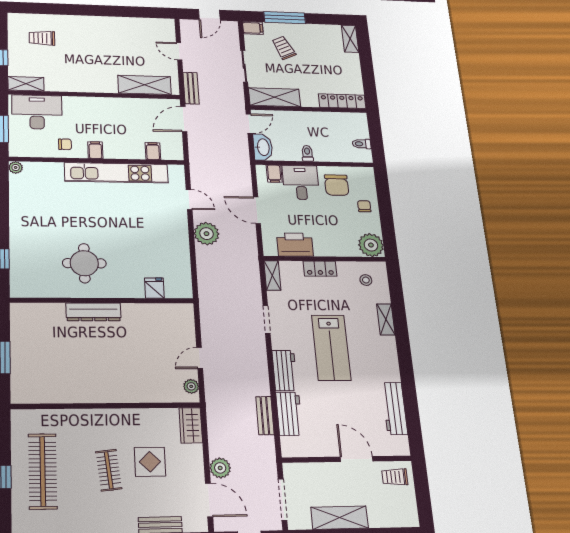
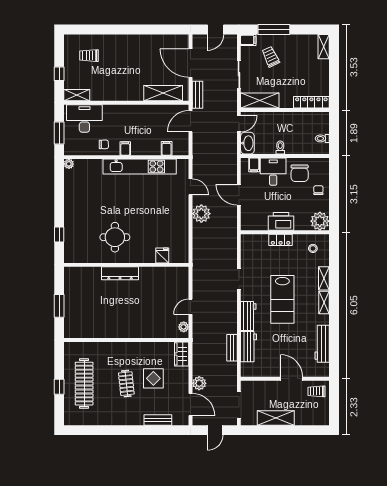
door: (179, 51) -> (190, 63), width x1.87
printer: (295, 245) -> (281, 221), moved
shelving: (272, 275) -> (324, 302), moved

